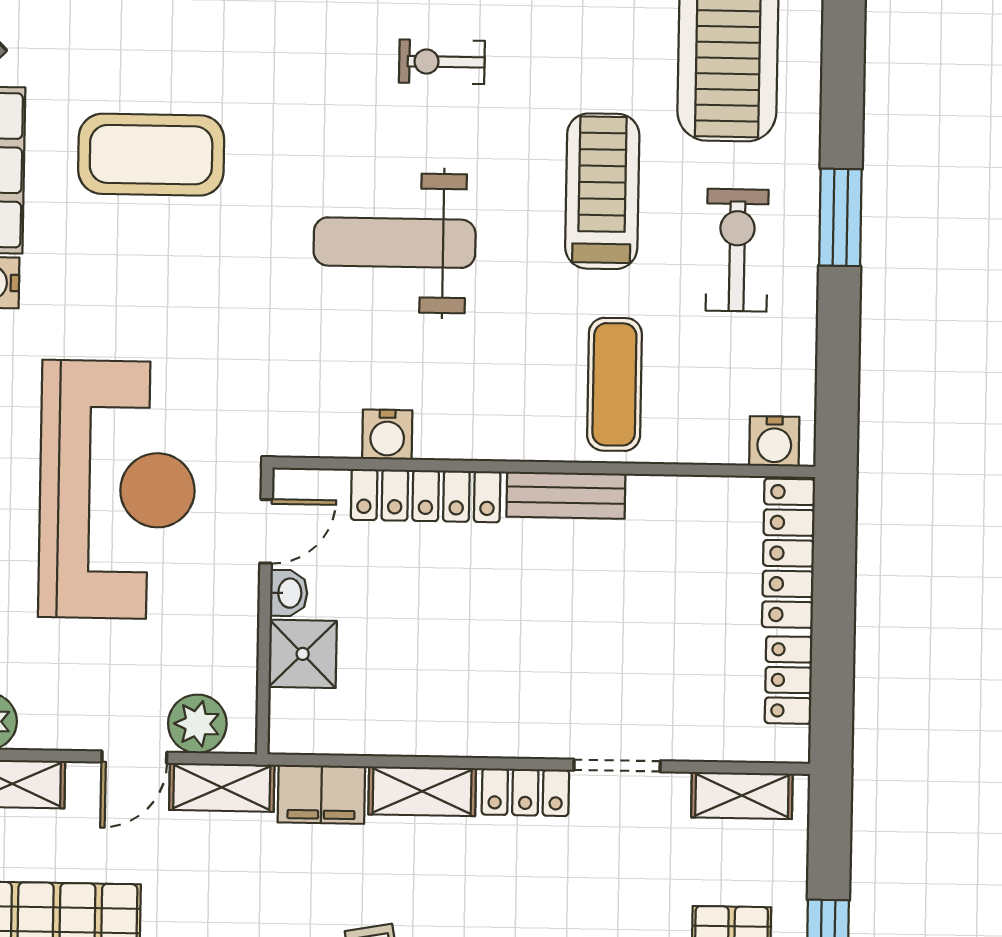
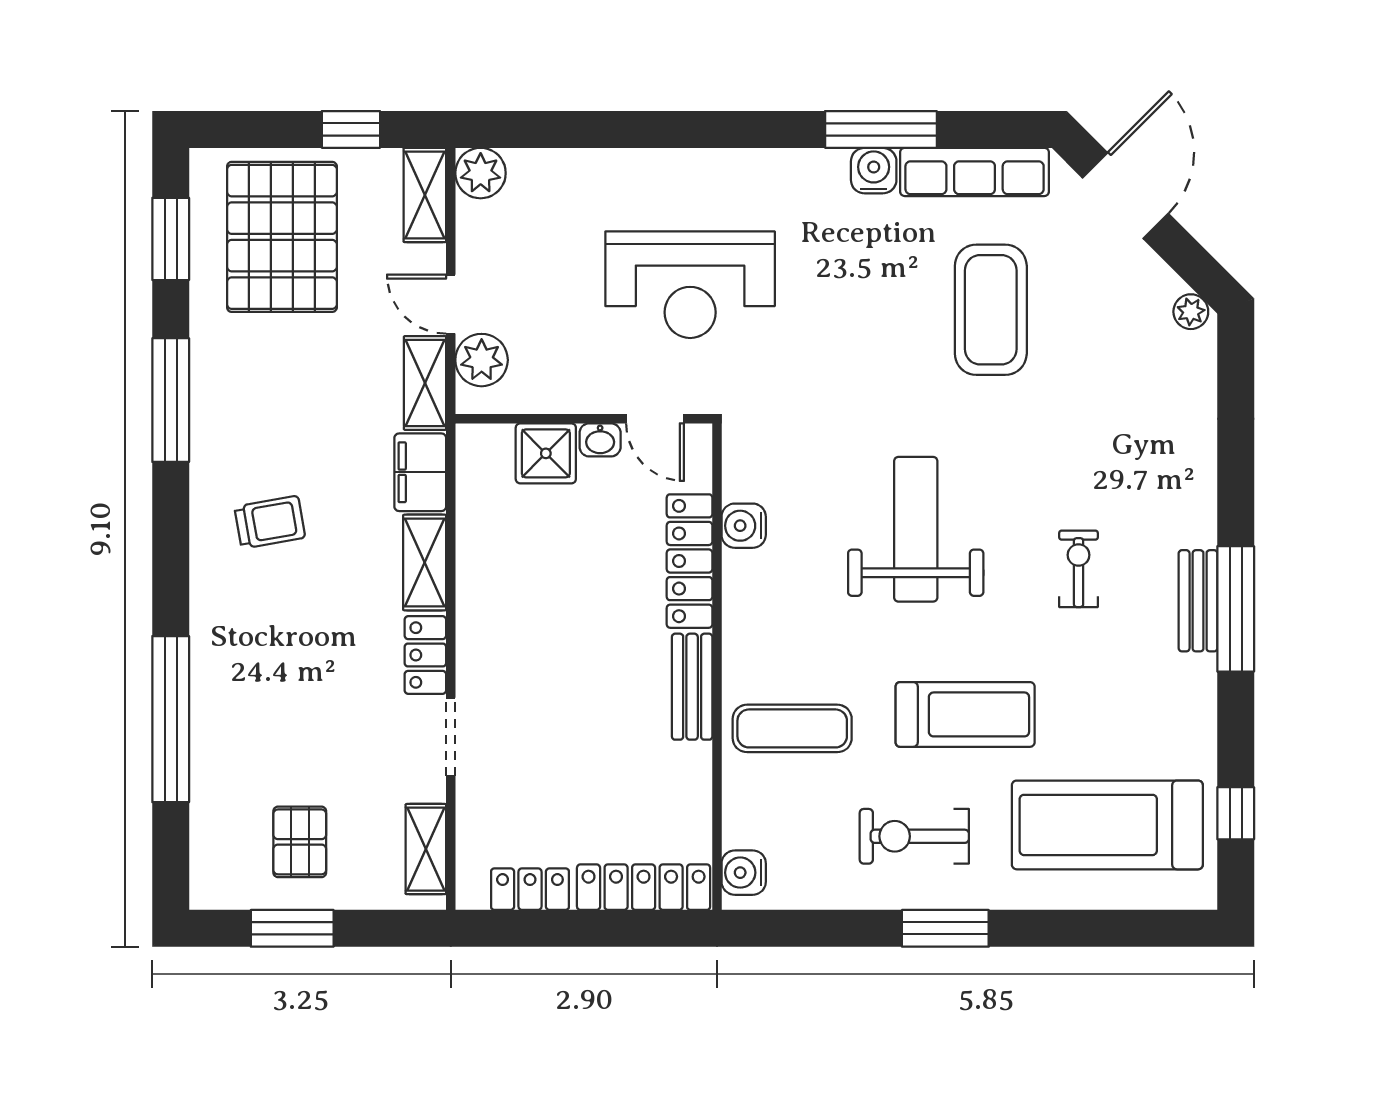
exercise bike: (737, 250) -> (914, 836), turned 180
reception desk: (117, 490) -> (690, 285), width x0.74, depth x0.77

